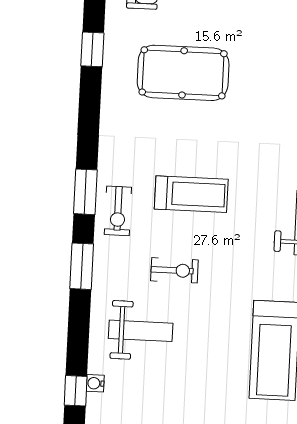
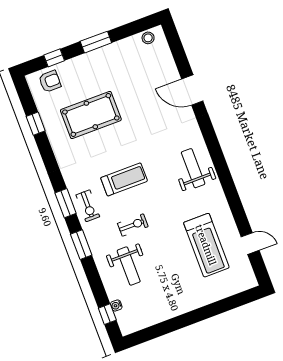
weight bench: (141, 331) -> (129, 266), turned 90

